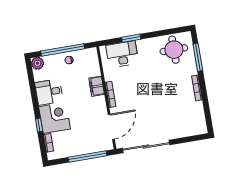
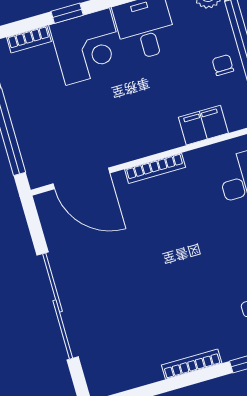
filing cabinet: (97, 86) -> (203, 125), moved
sliding door: (146, 146) -> (58, 306), moved

